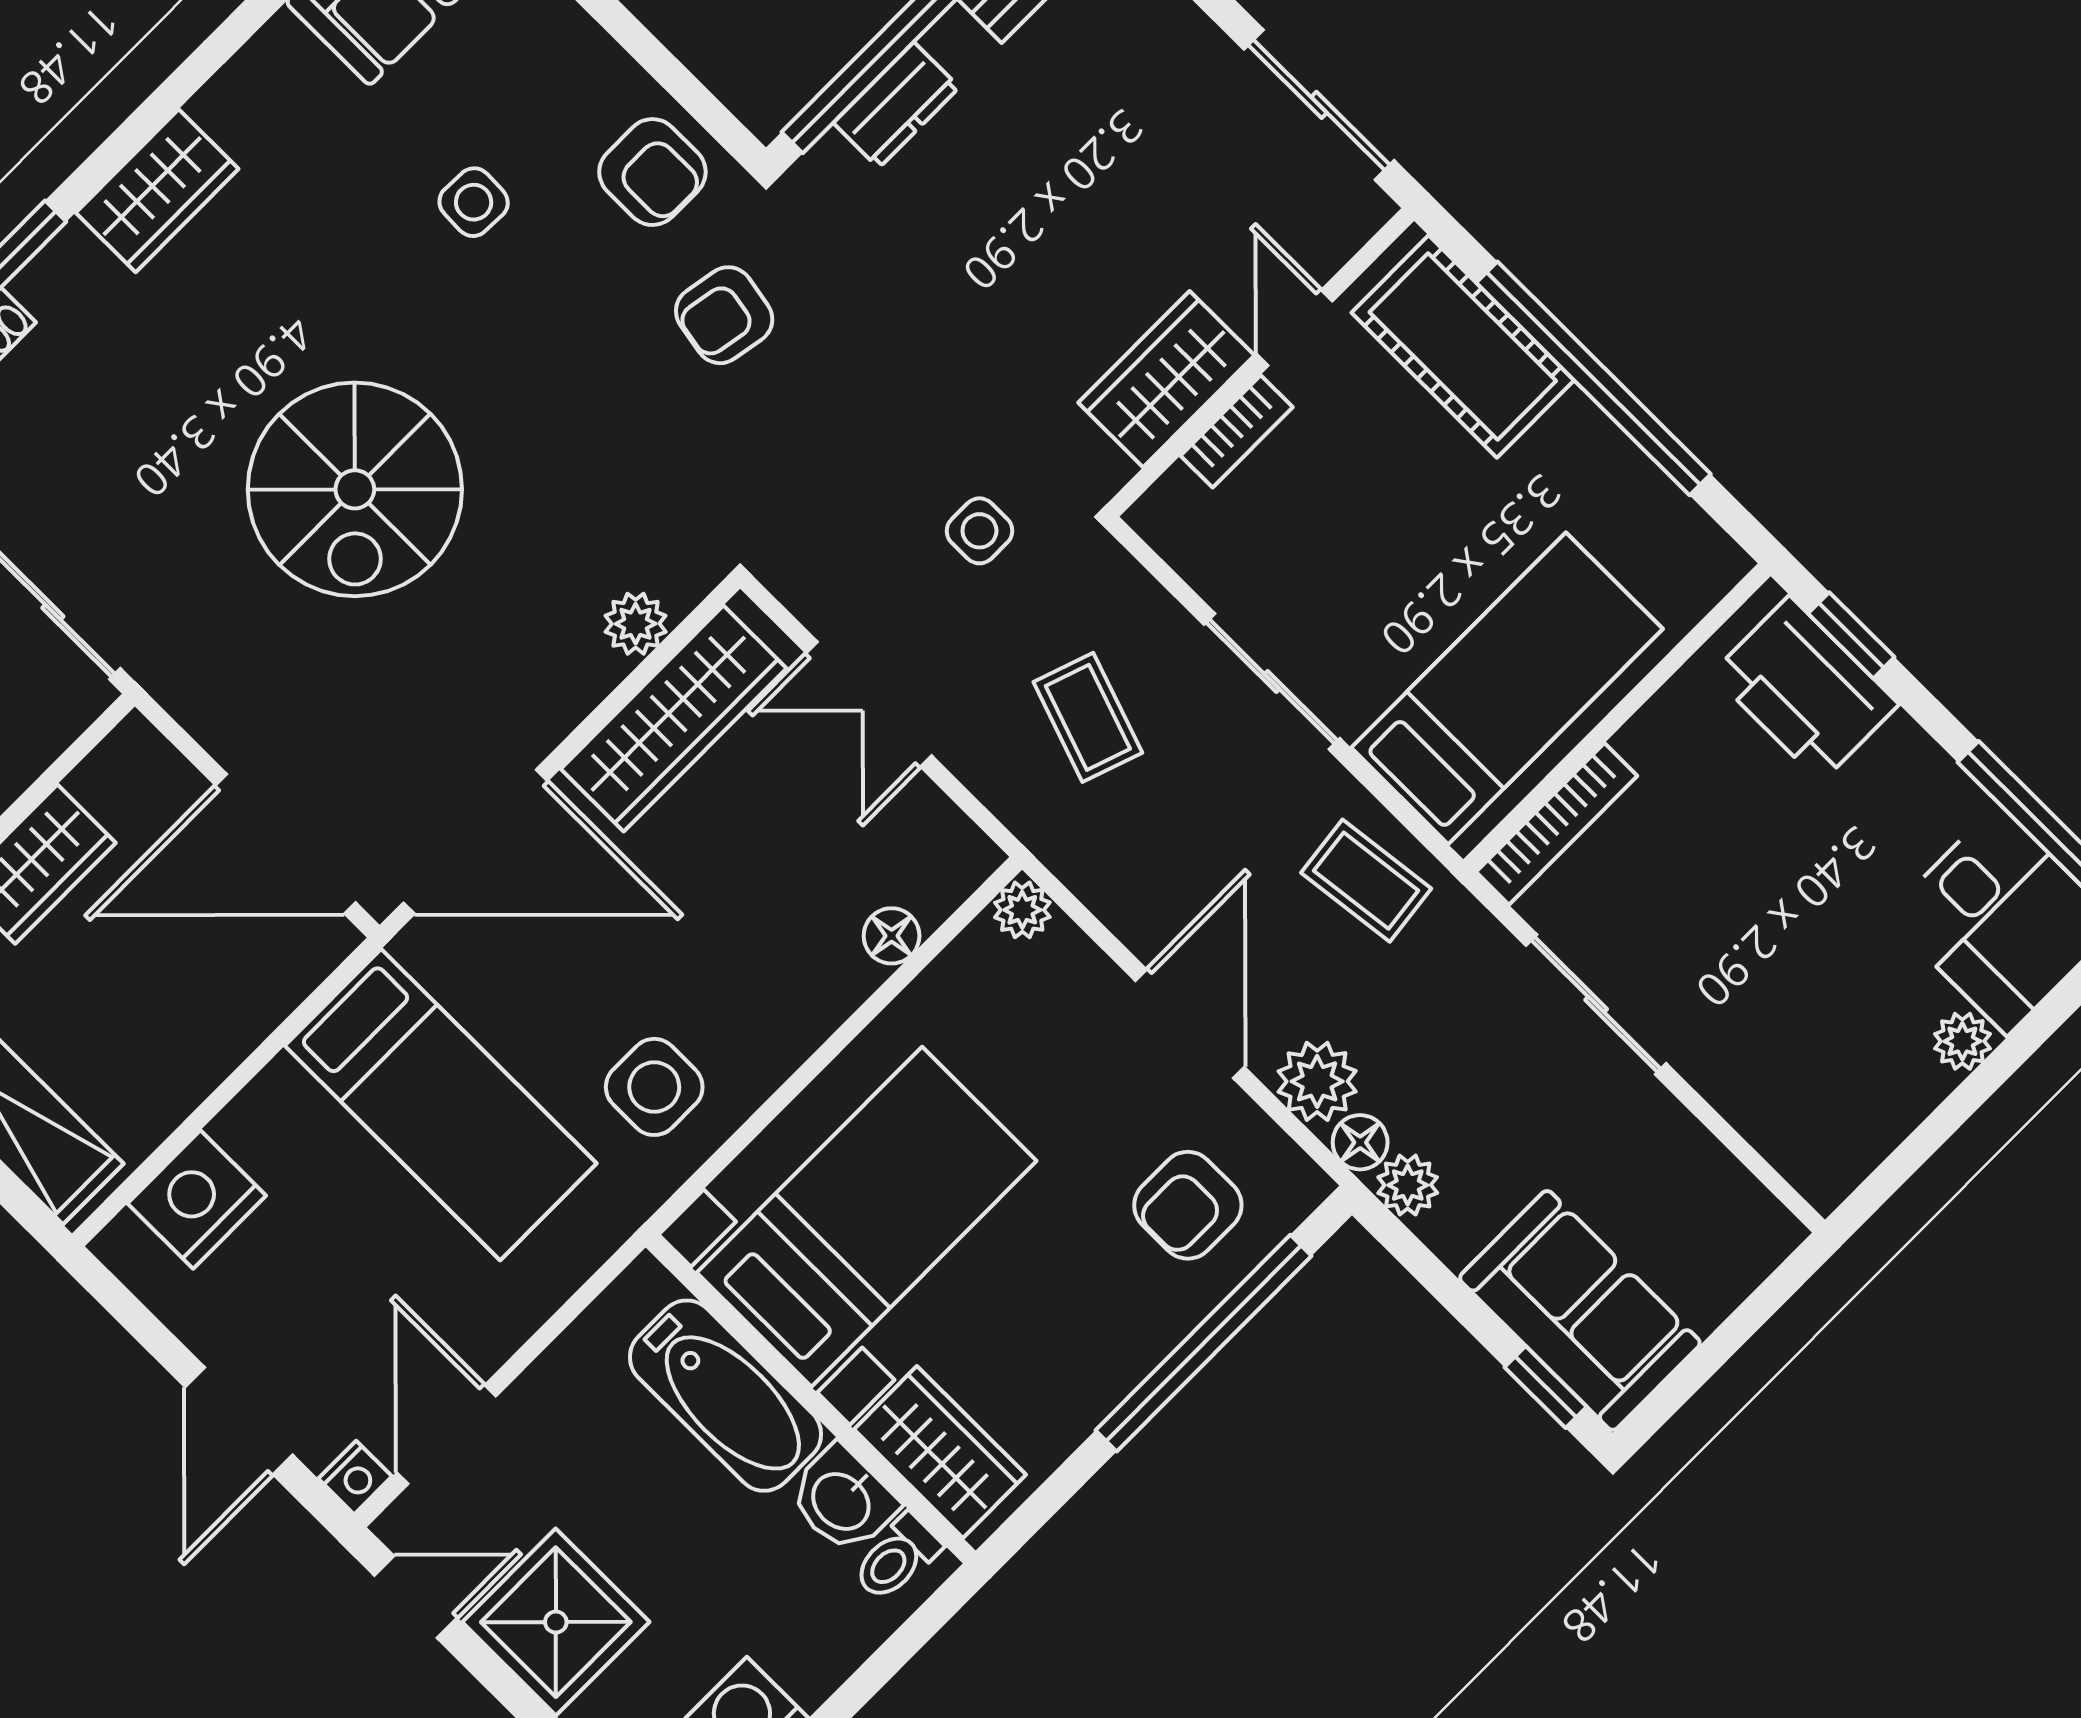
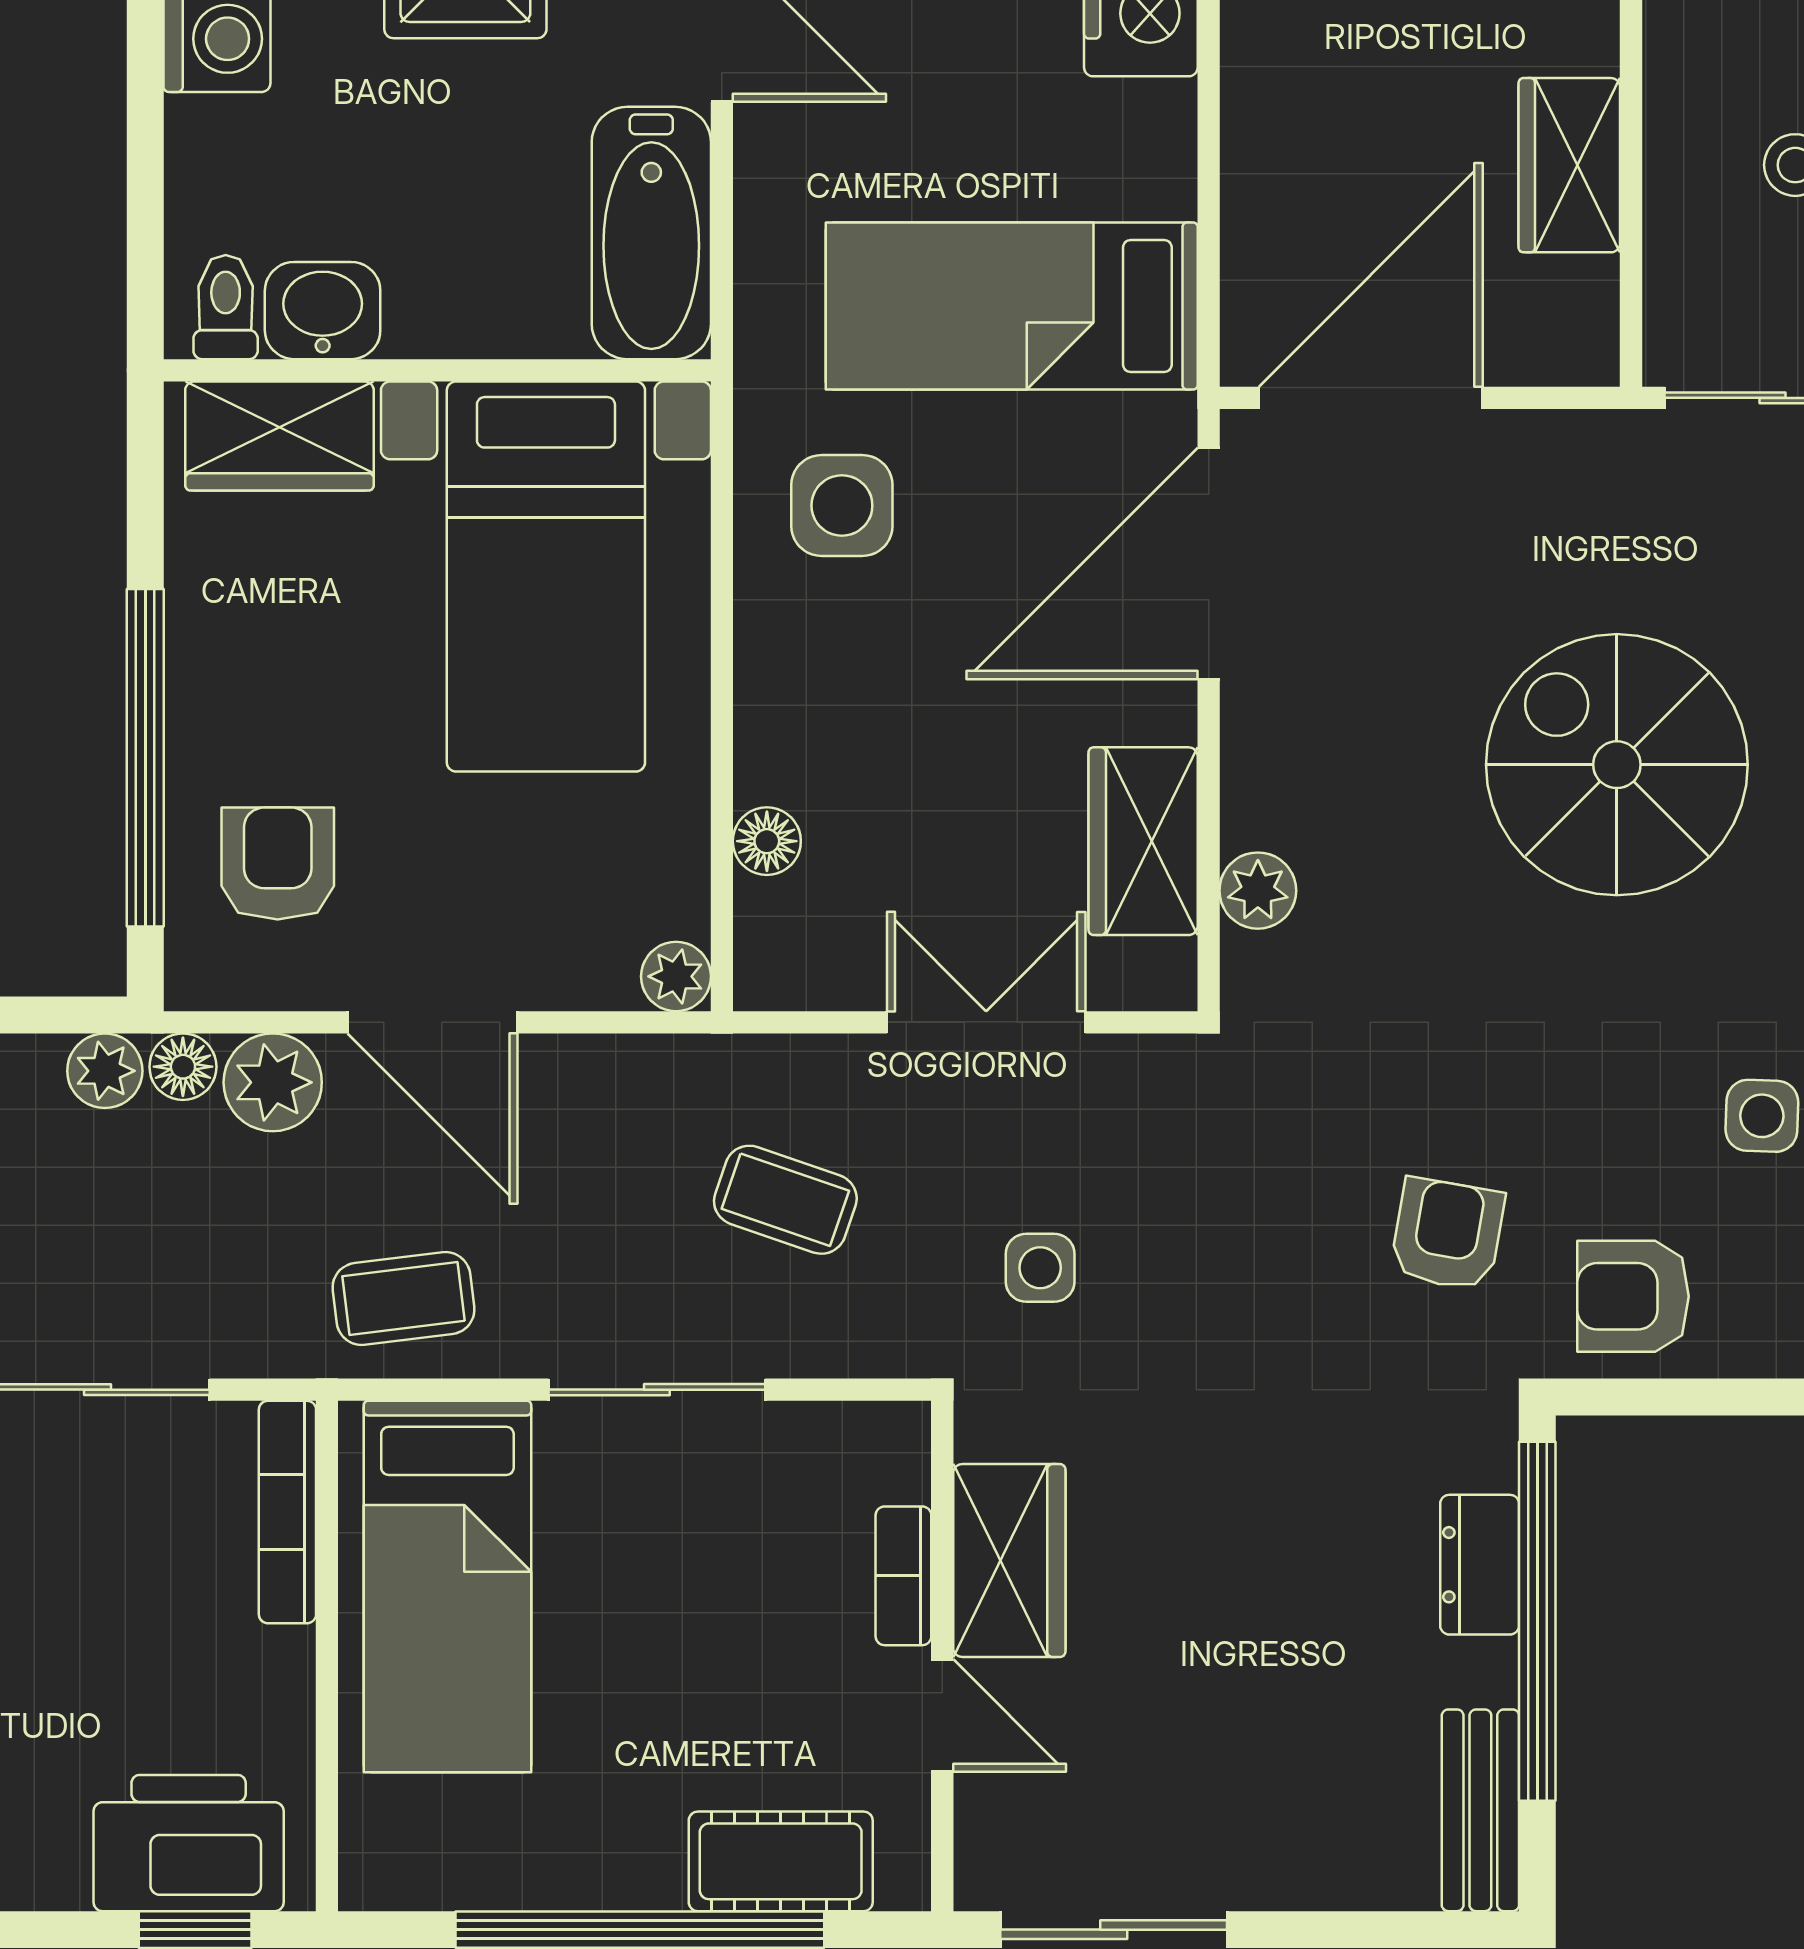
cot: (1463, 347) -> (781, 1861), width x0.73, depth x0.75
wardrobe: (674, 719) -> (1143, 841), width x0.67
bathtub: (725, 1396) -> (651, 233), moved, turned -90

